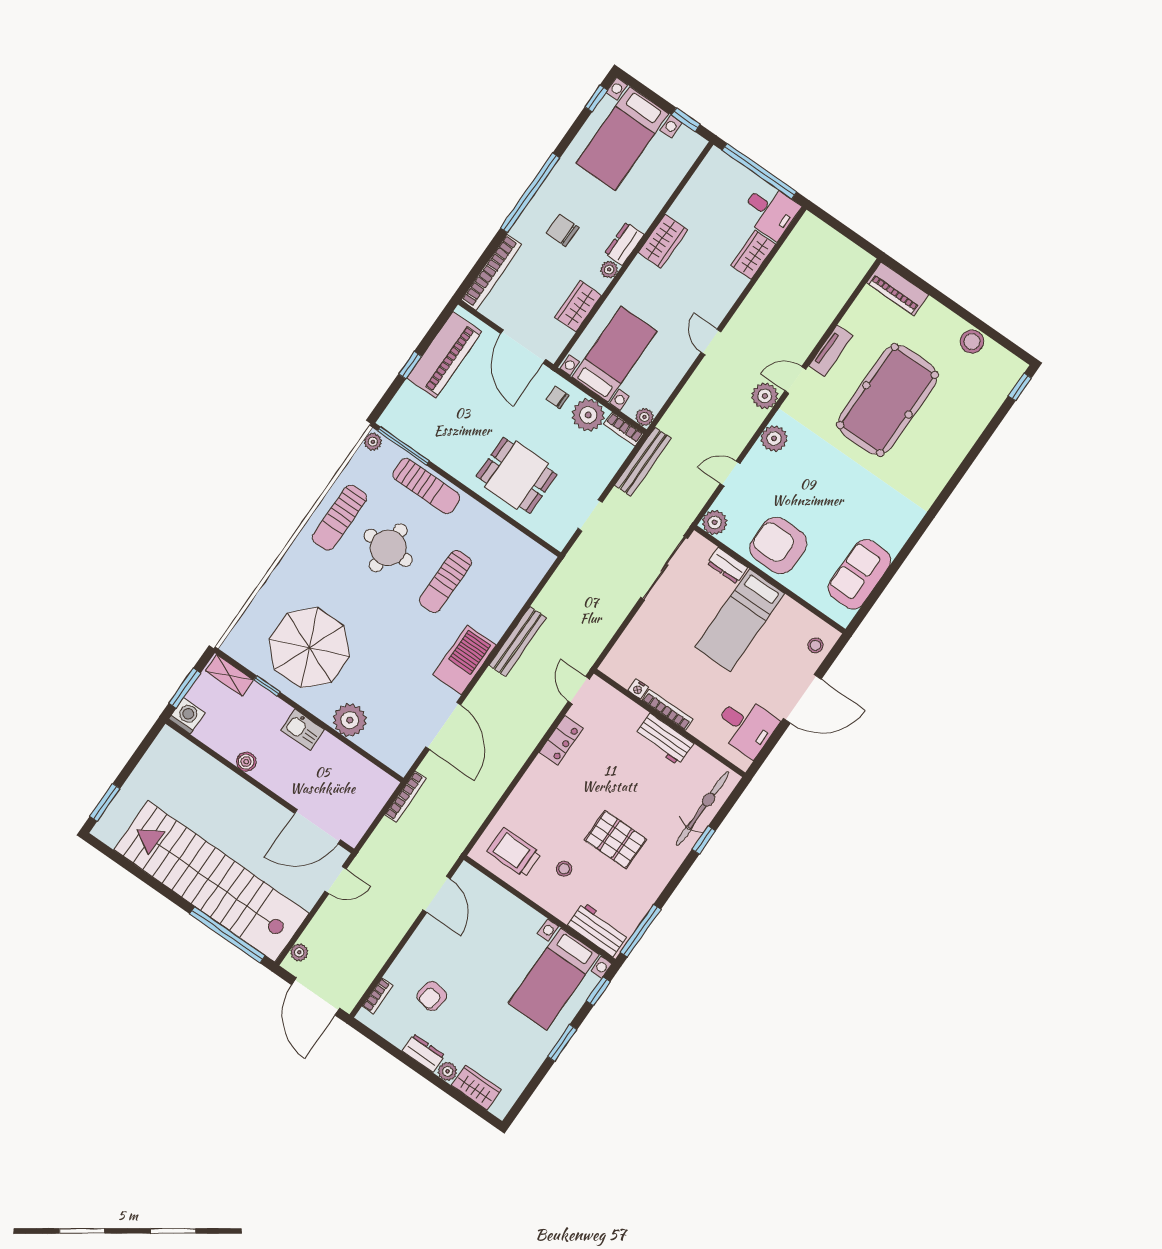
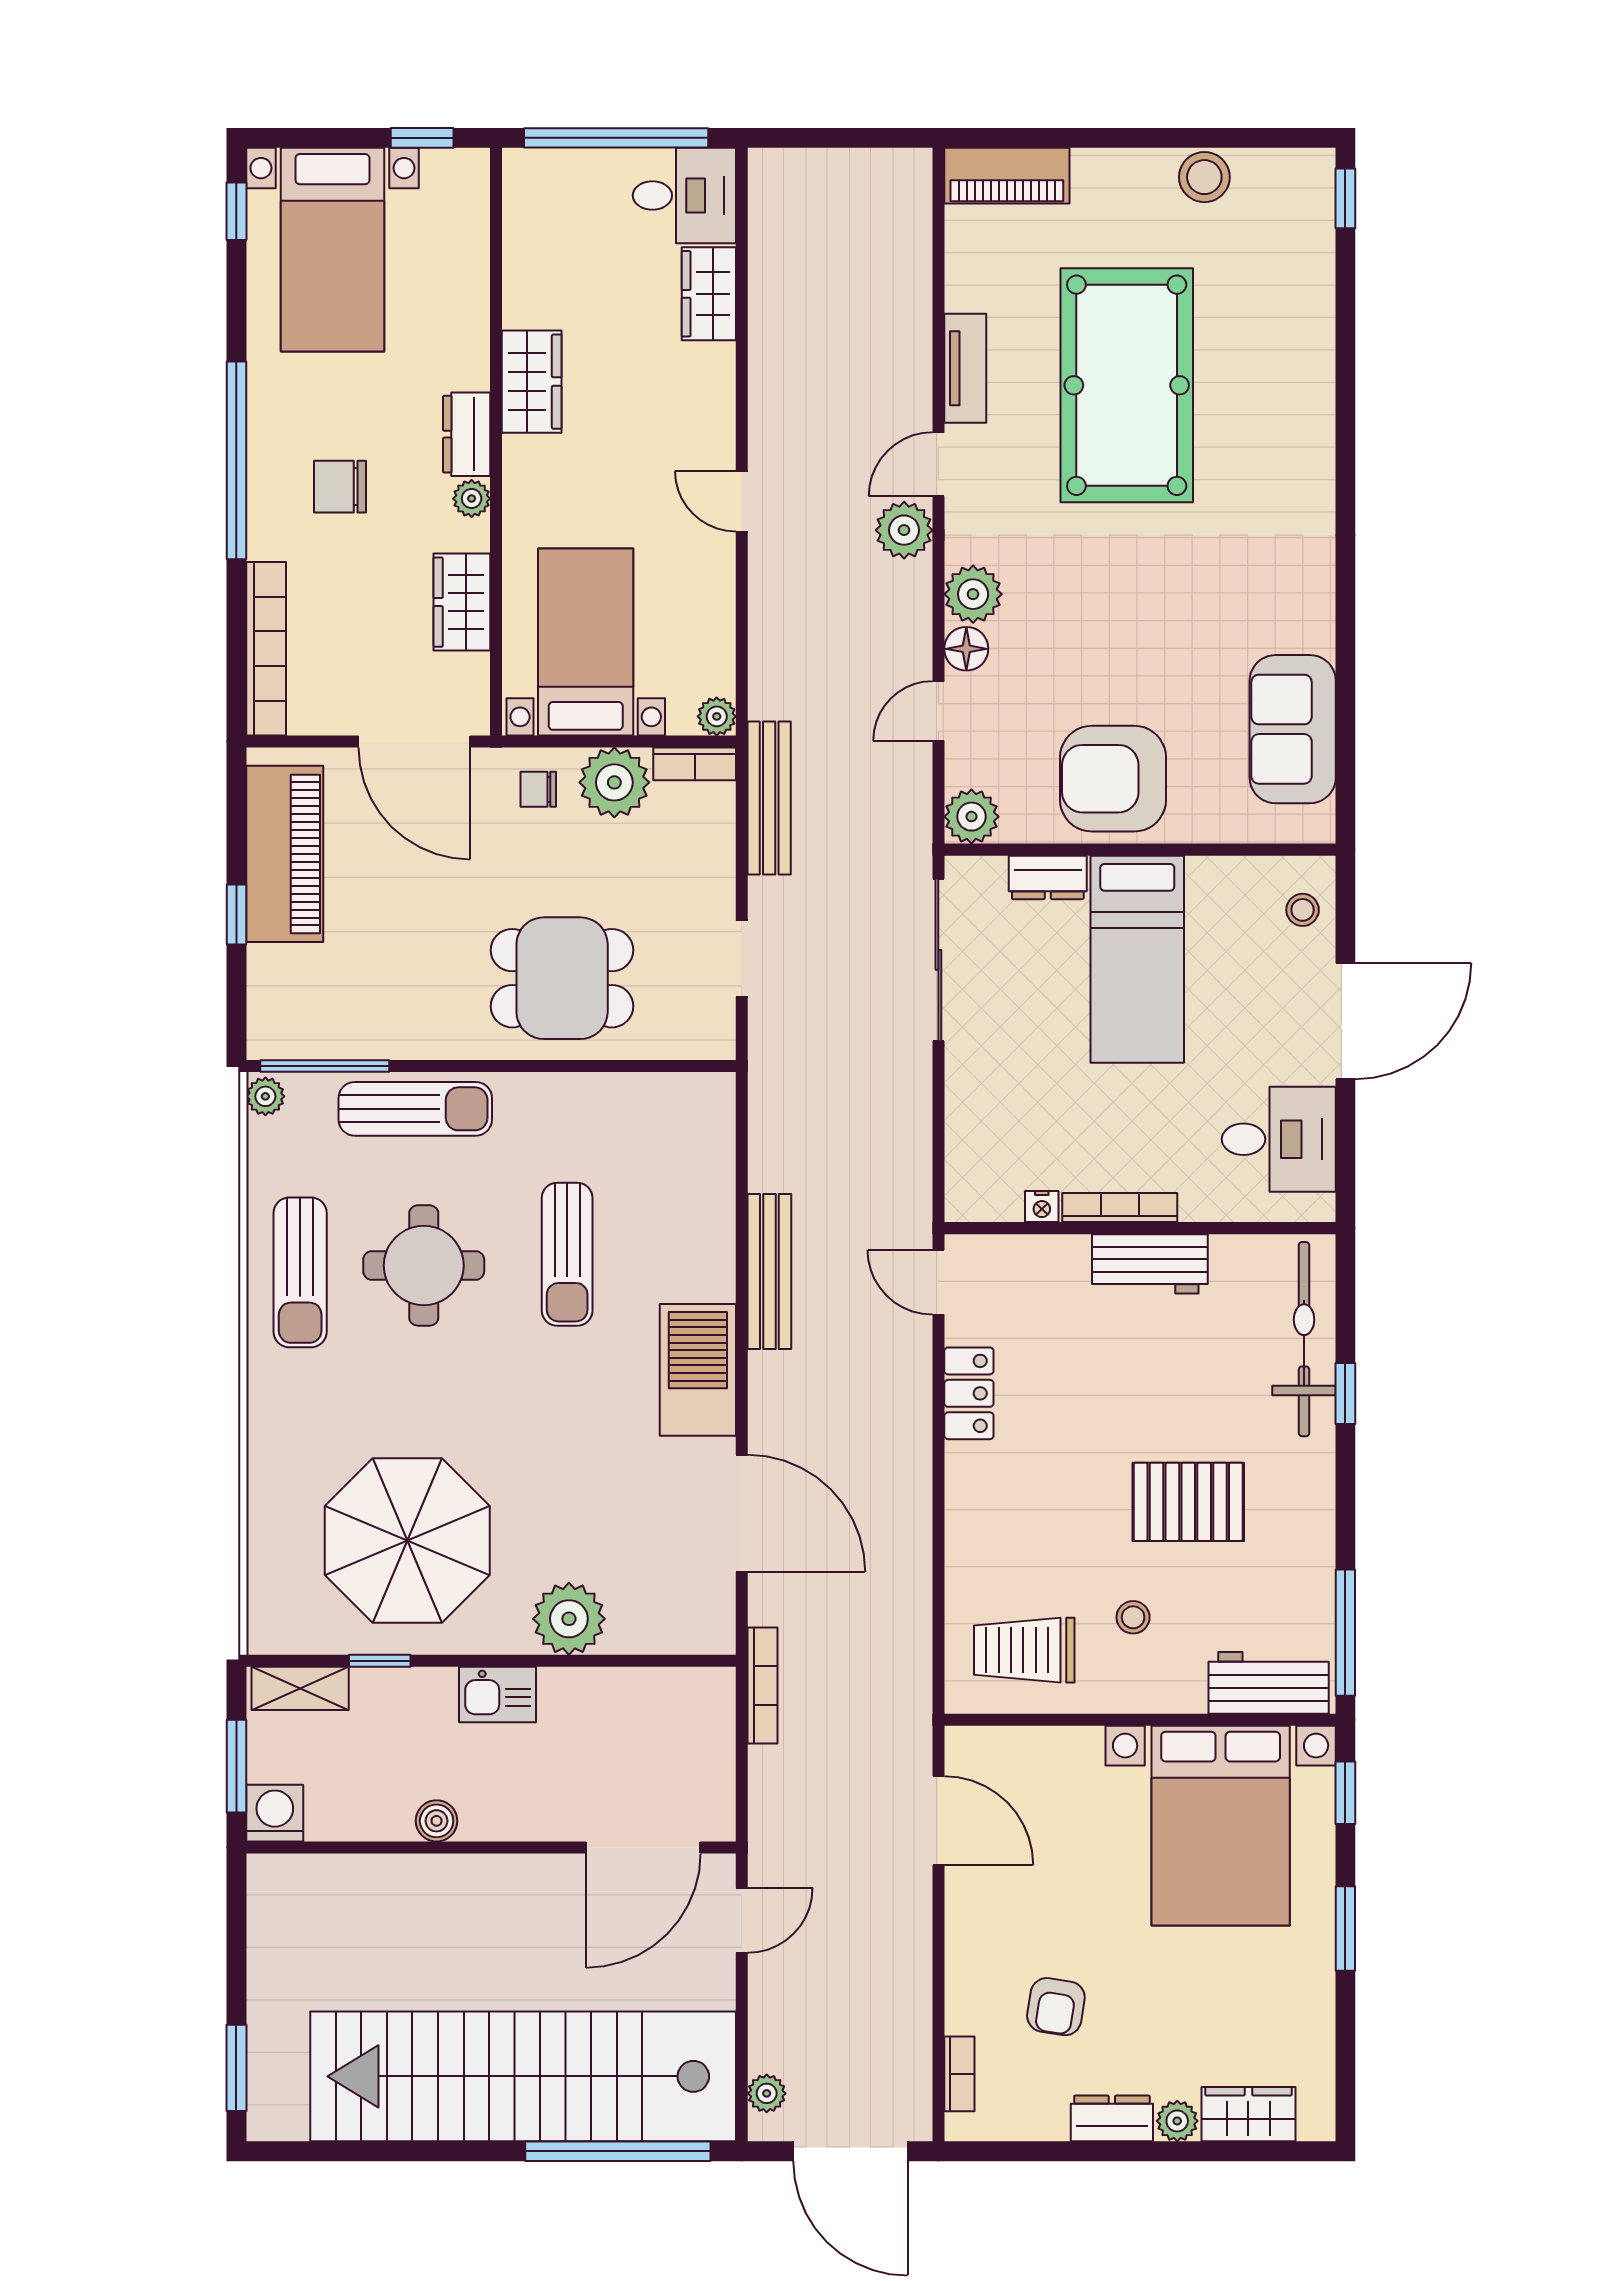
floor lamp: (757, 457) -> (966, 649), added
bed with nightstands: (554, 979) -> (1221, 1826), width x1.36

